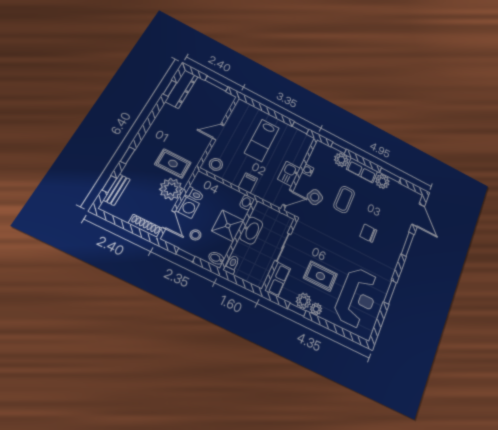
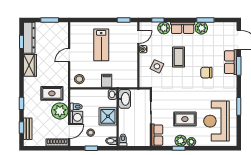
wardrobe: (165, 118) -> (30, 65), added
kitchen sink: (289, 174) -> (131, 59), removed
door: (288, 198) -> (138, 37), moved
door: (169, 220) -> (69, 131), hinge flipped
washbasin: (251, 231) -> (125, 99), moved
row of seats: (400, 235) -> (231, 62), added
reception desk: (357, 297) -> (217, 121), turned 180

